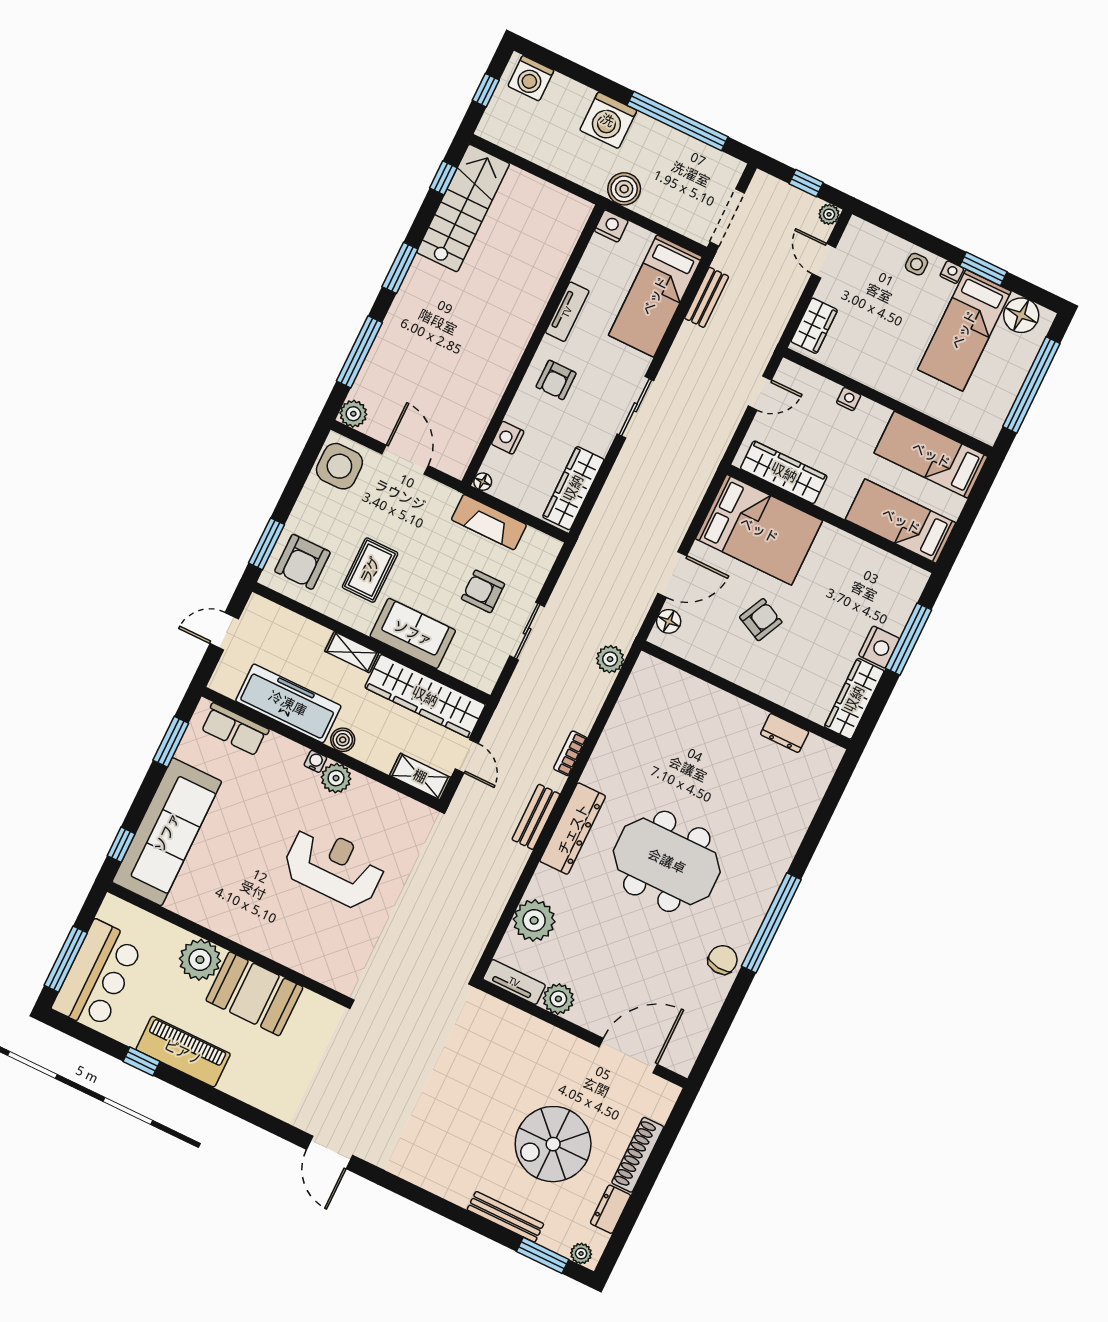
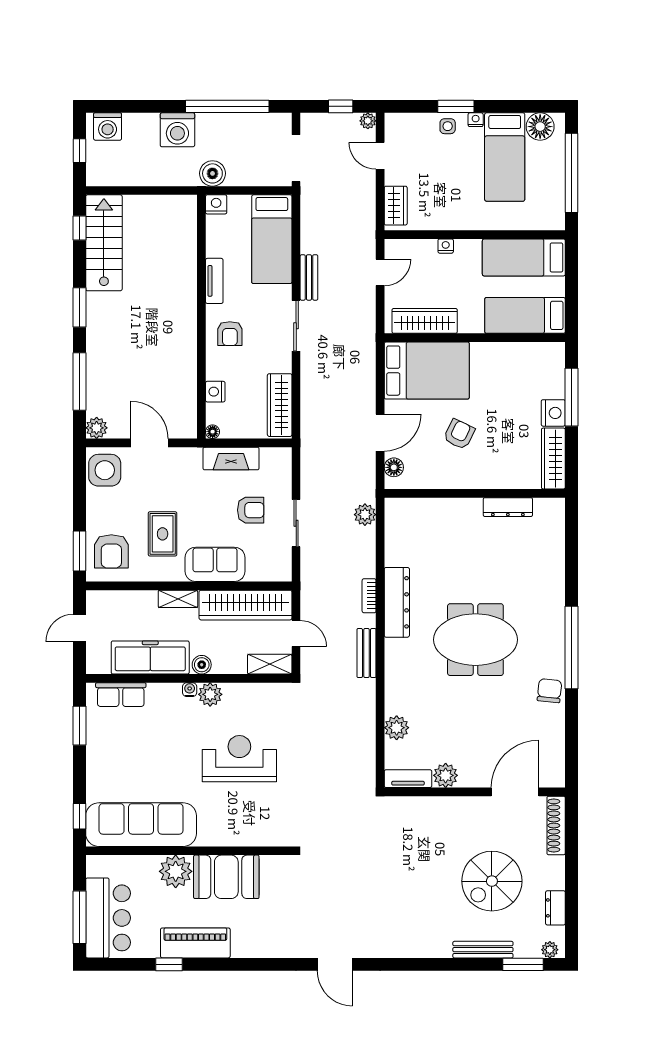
window: (983, 269) -> (456, 106), moved
bench: (707, 297) -> (309, 277), moved
armchair: (483, 591) -> (251, 510), turned 180
dresser: (785, 733) -> (508, 507), width x1.44
dresser: (573, 829) -> (397, 602), moved
sofa: (167, 832) -> (141, 825), moved, turned -90
plant: (534, 920) -> (397, 728), width x0.73, depth x0.73
shoe rack: (638, 1155) -> (556, 825), moved

